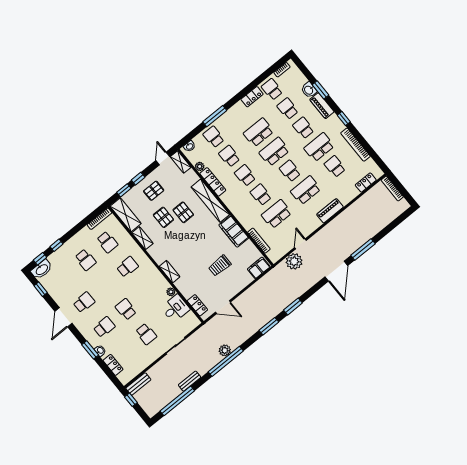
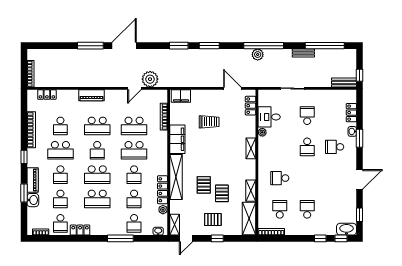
window: (124, 190) -> (235, 238), removed
school desk: (261, 195) -> (134, 150), width x1.85
school desk: (84, 302) -> (335, 178), removed

